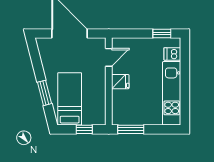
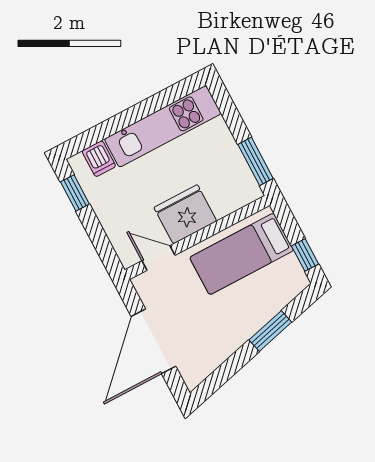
fridge: (120, 82) -> (185, 214), width x1.88, depth x1.34
bed: (70, 99) -> (242, 254), moved
window: (84, 129) -> (305, 255), moved

